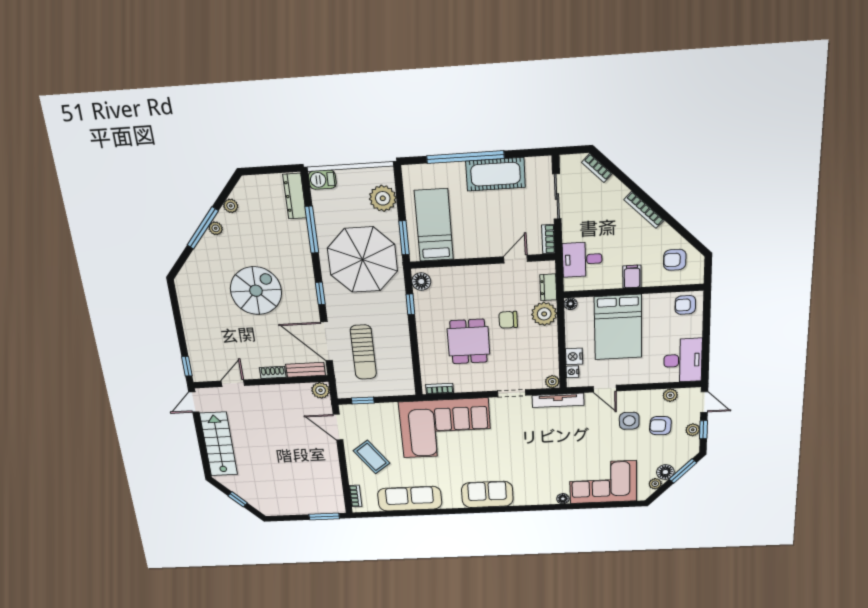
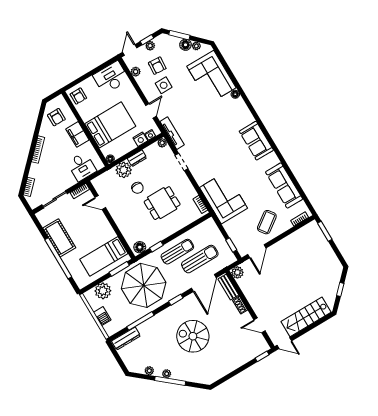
barbecue: (322, 180) -> (102, 316), moved
filing cabinet: (632, 276) -> (77, 134), width x2.00
dresser: (548, 287) -> (137, 158), moved
sun lounger: (389, 328) -> (177, 252), added
corner sofa: (445, 428) -> (223, 198), width x0.73, depth x0.74

